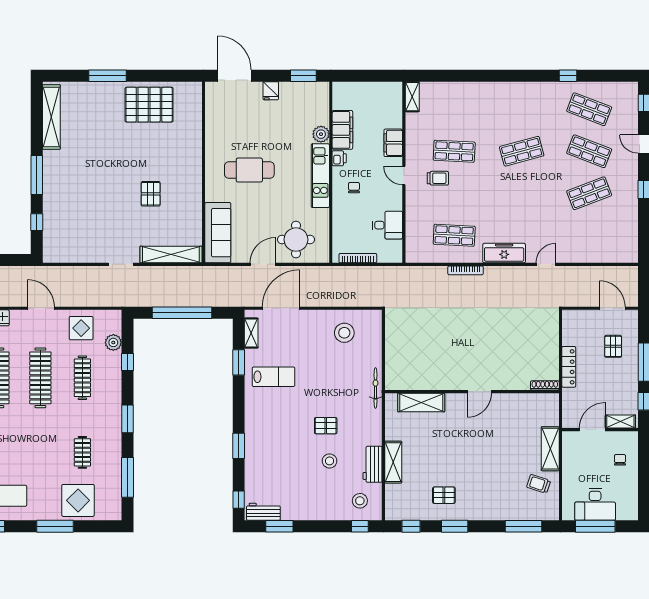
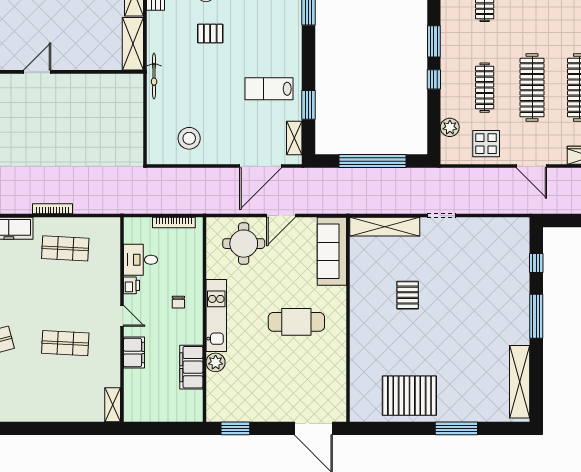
fridge: (271, 91) -> (272, 411), removed
printer: (339, 158) -> (131, 285), moved, turned 180
trolley: (438, 178) -> (84, 313), removed
window: (127, 362) -> (434, 79), moved
shelving: (421, 403) -> (133, 44), moved, turned 90

